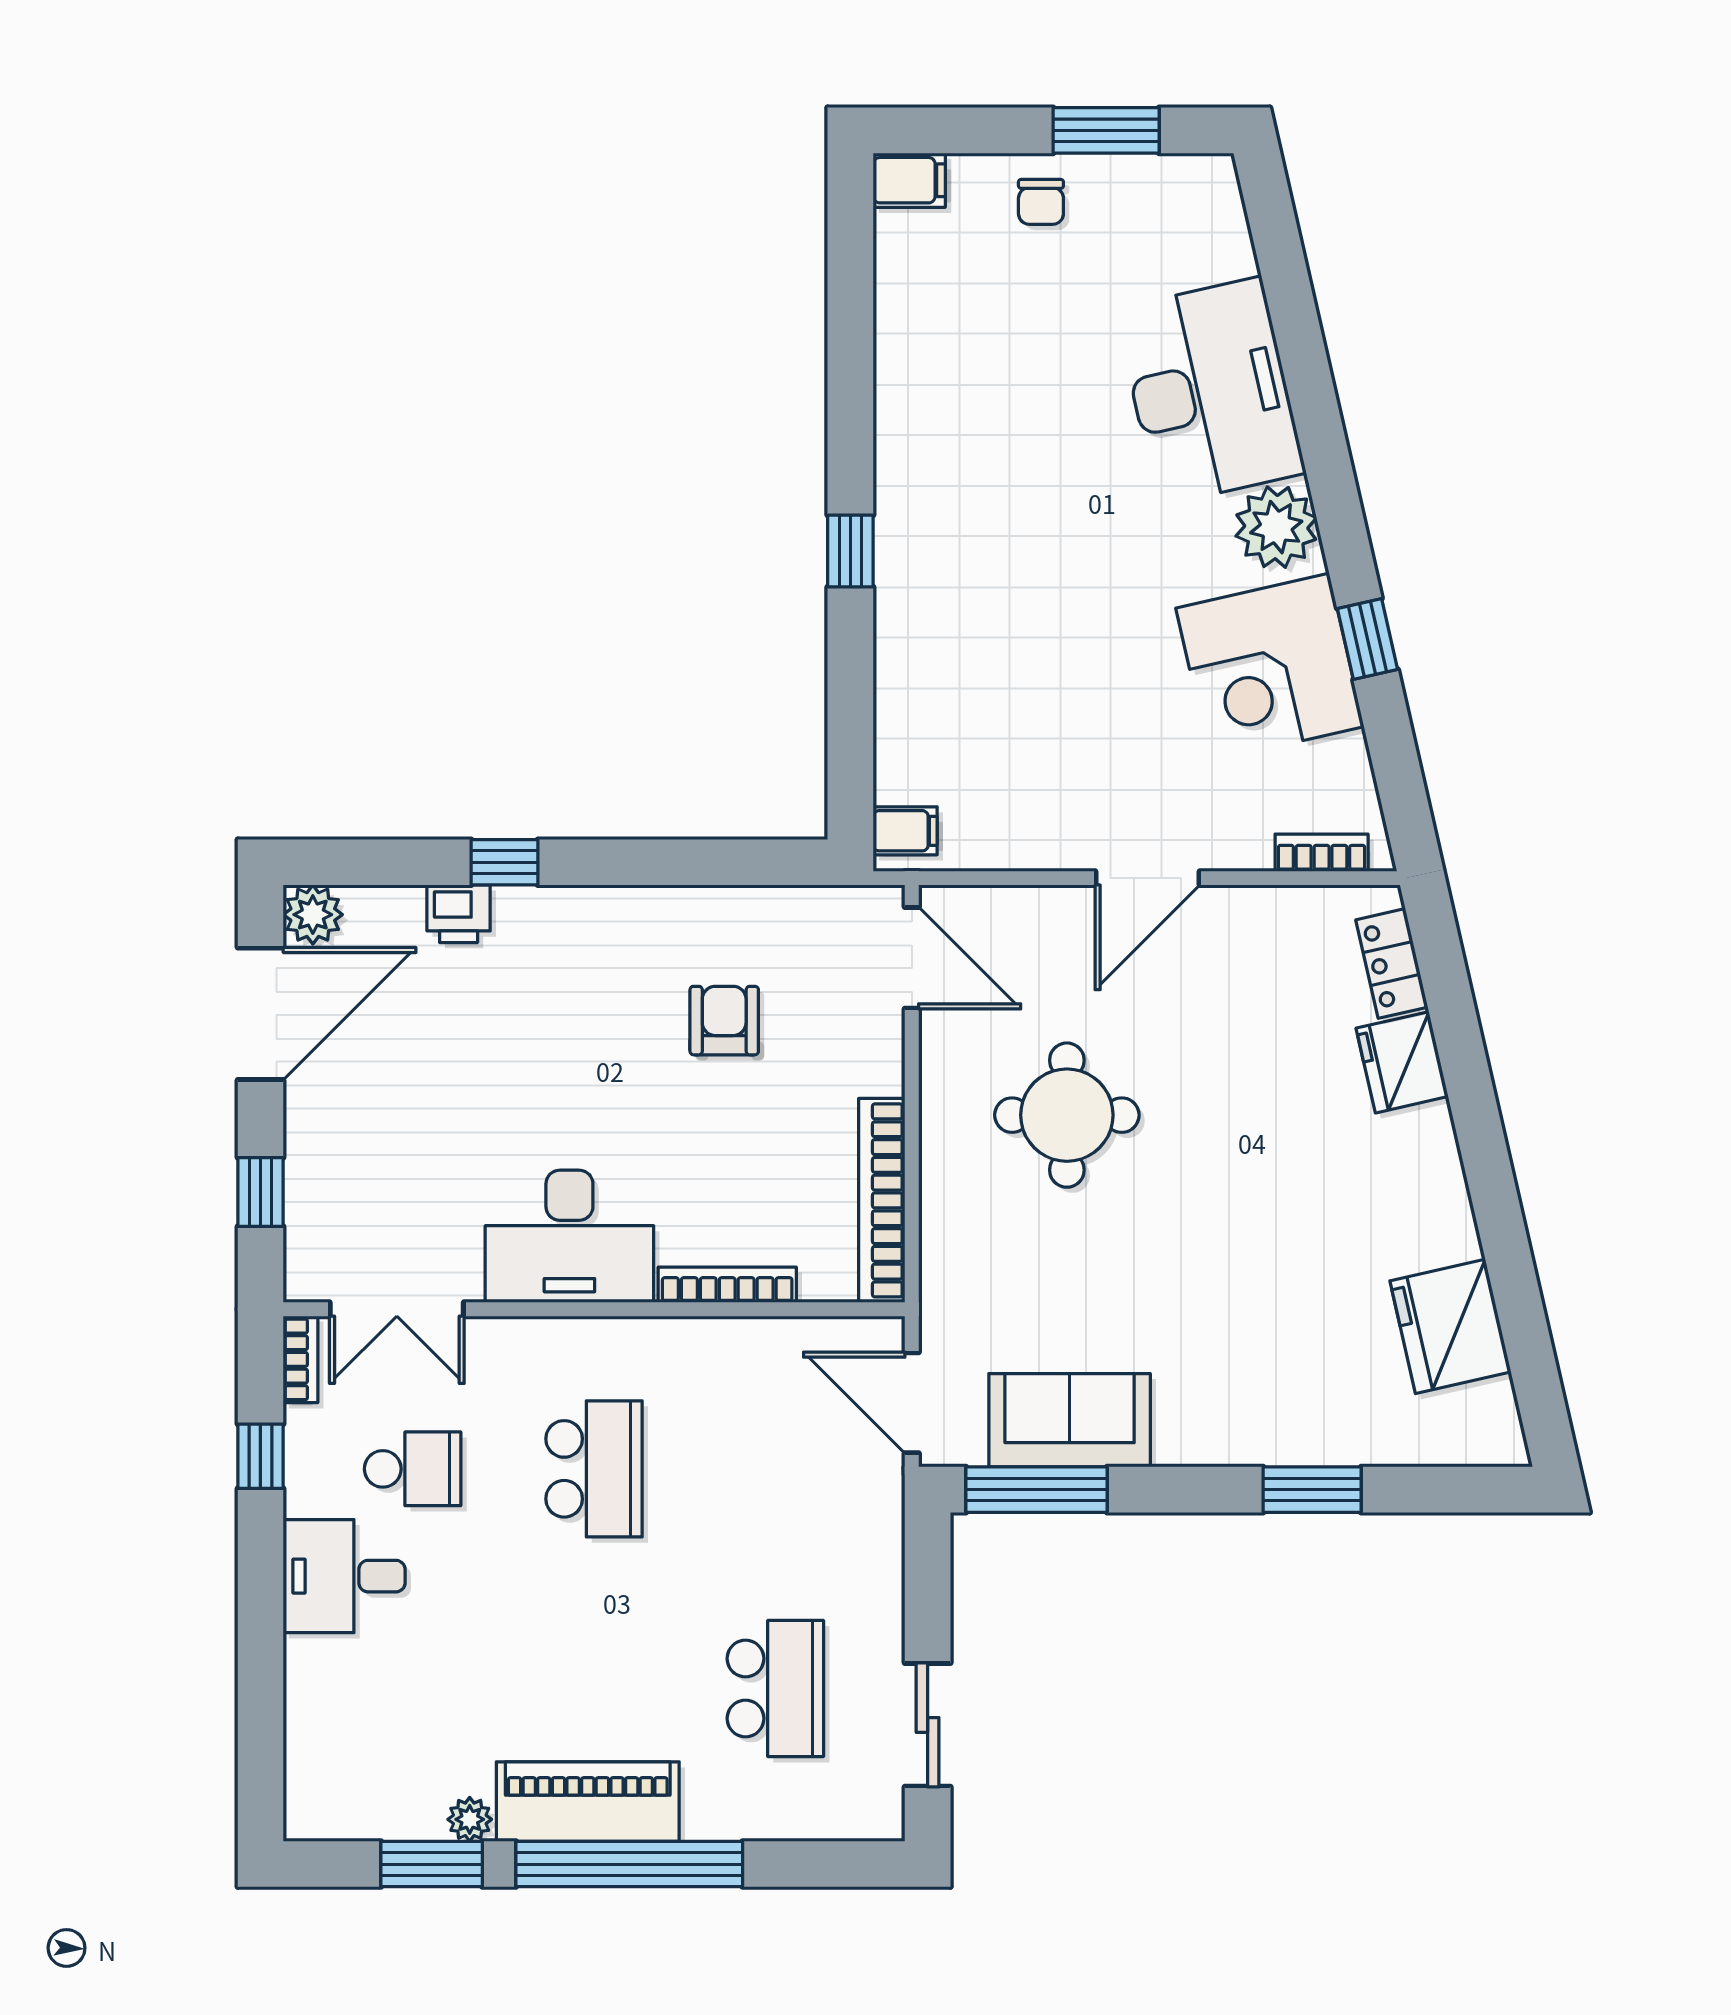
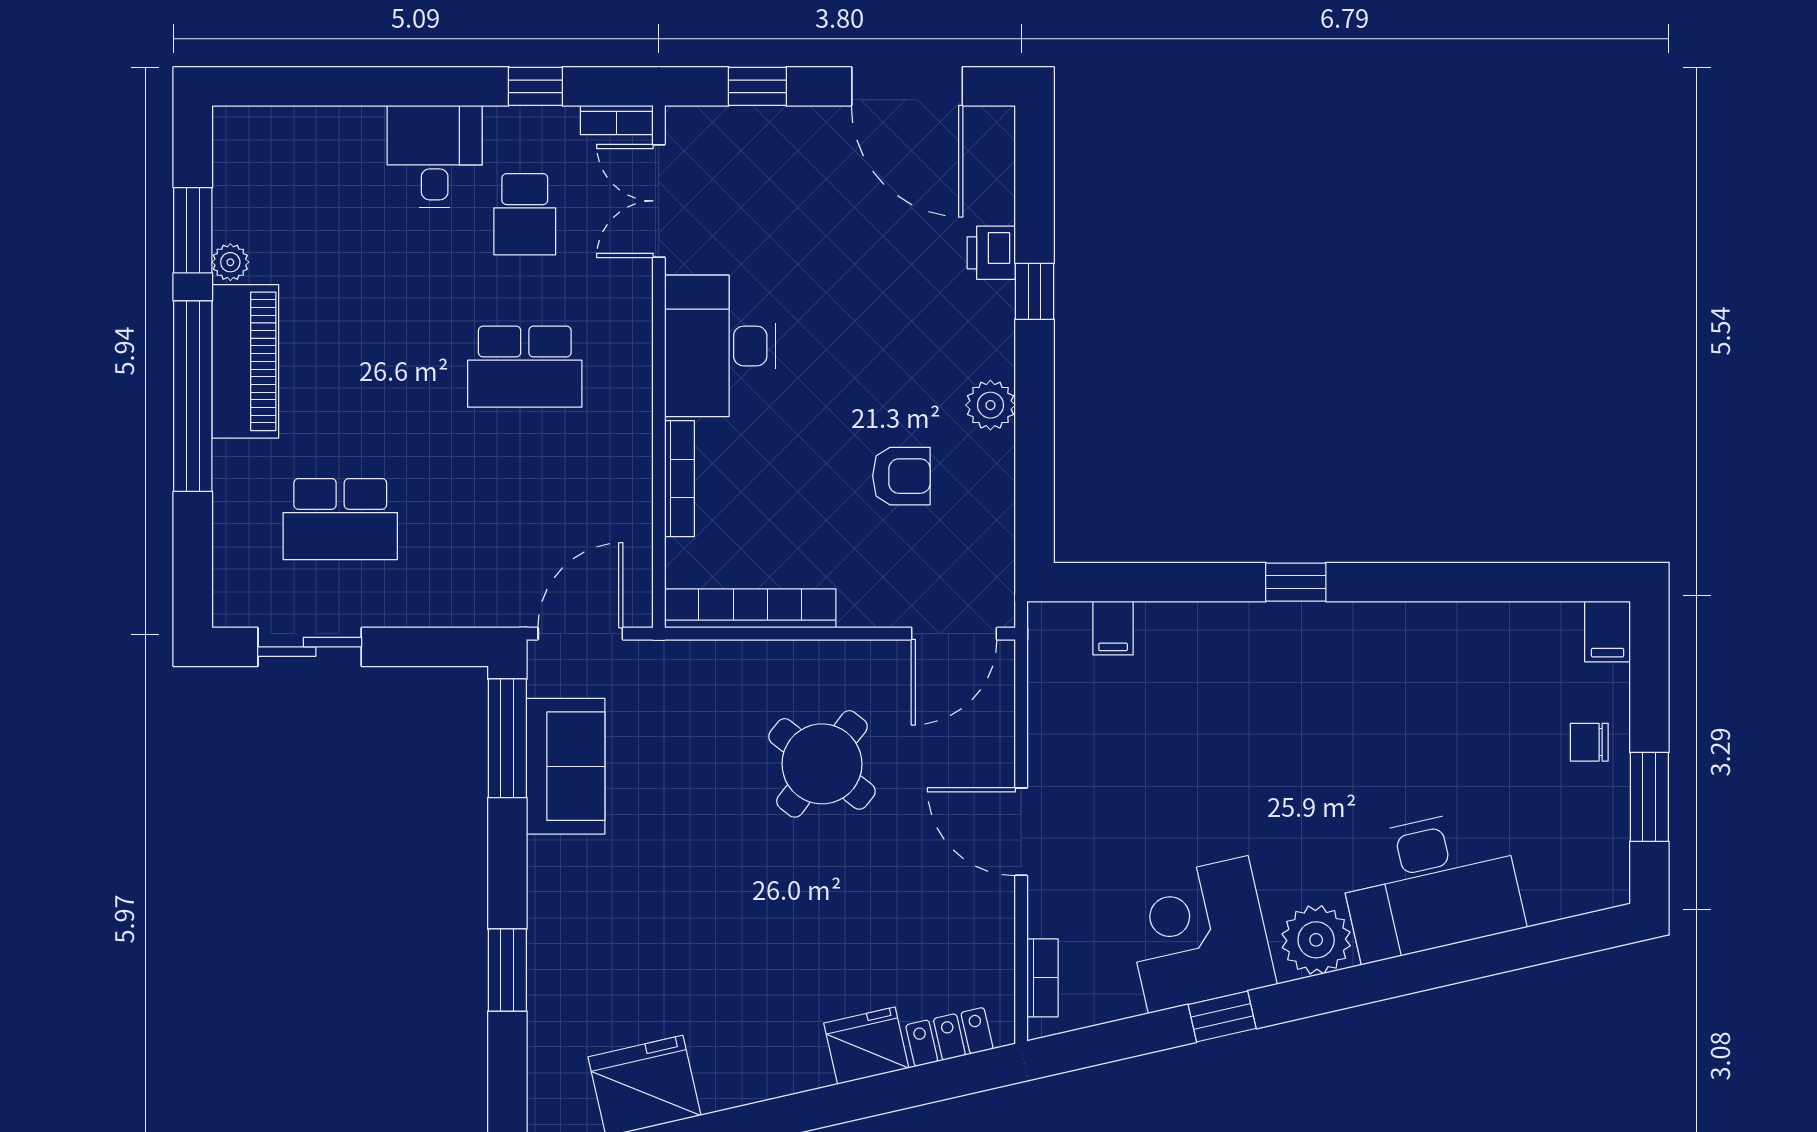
filing cabinet: (905, 831) -> (1113, 628), moved
plant: (313, 915) -> (990, 405), moved
round table: (1067, 1115) -> (822, 764), turned 38

